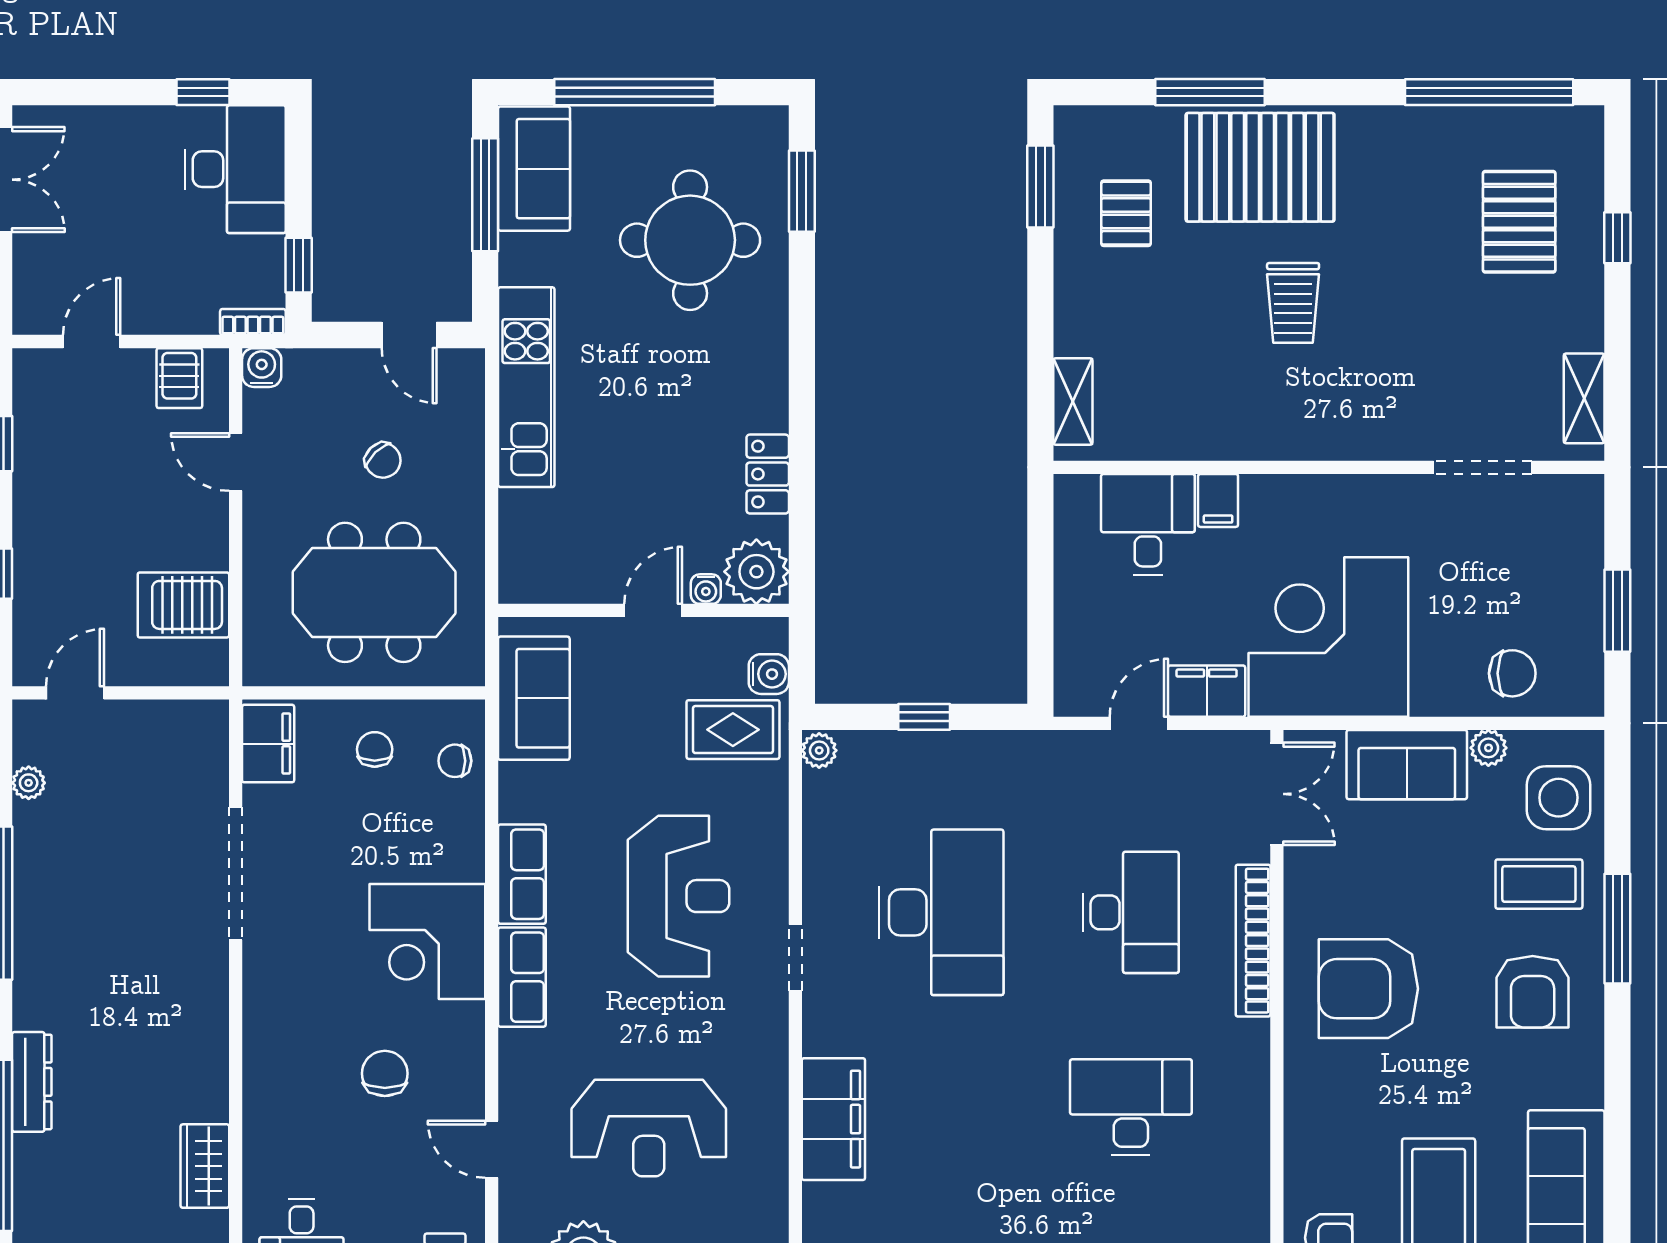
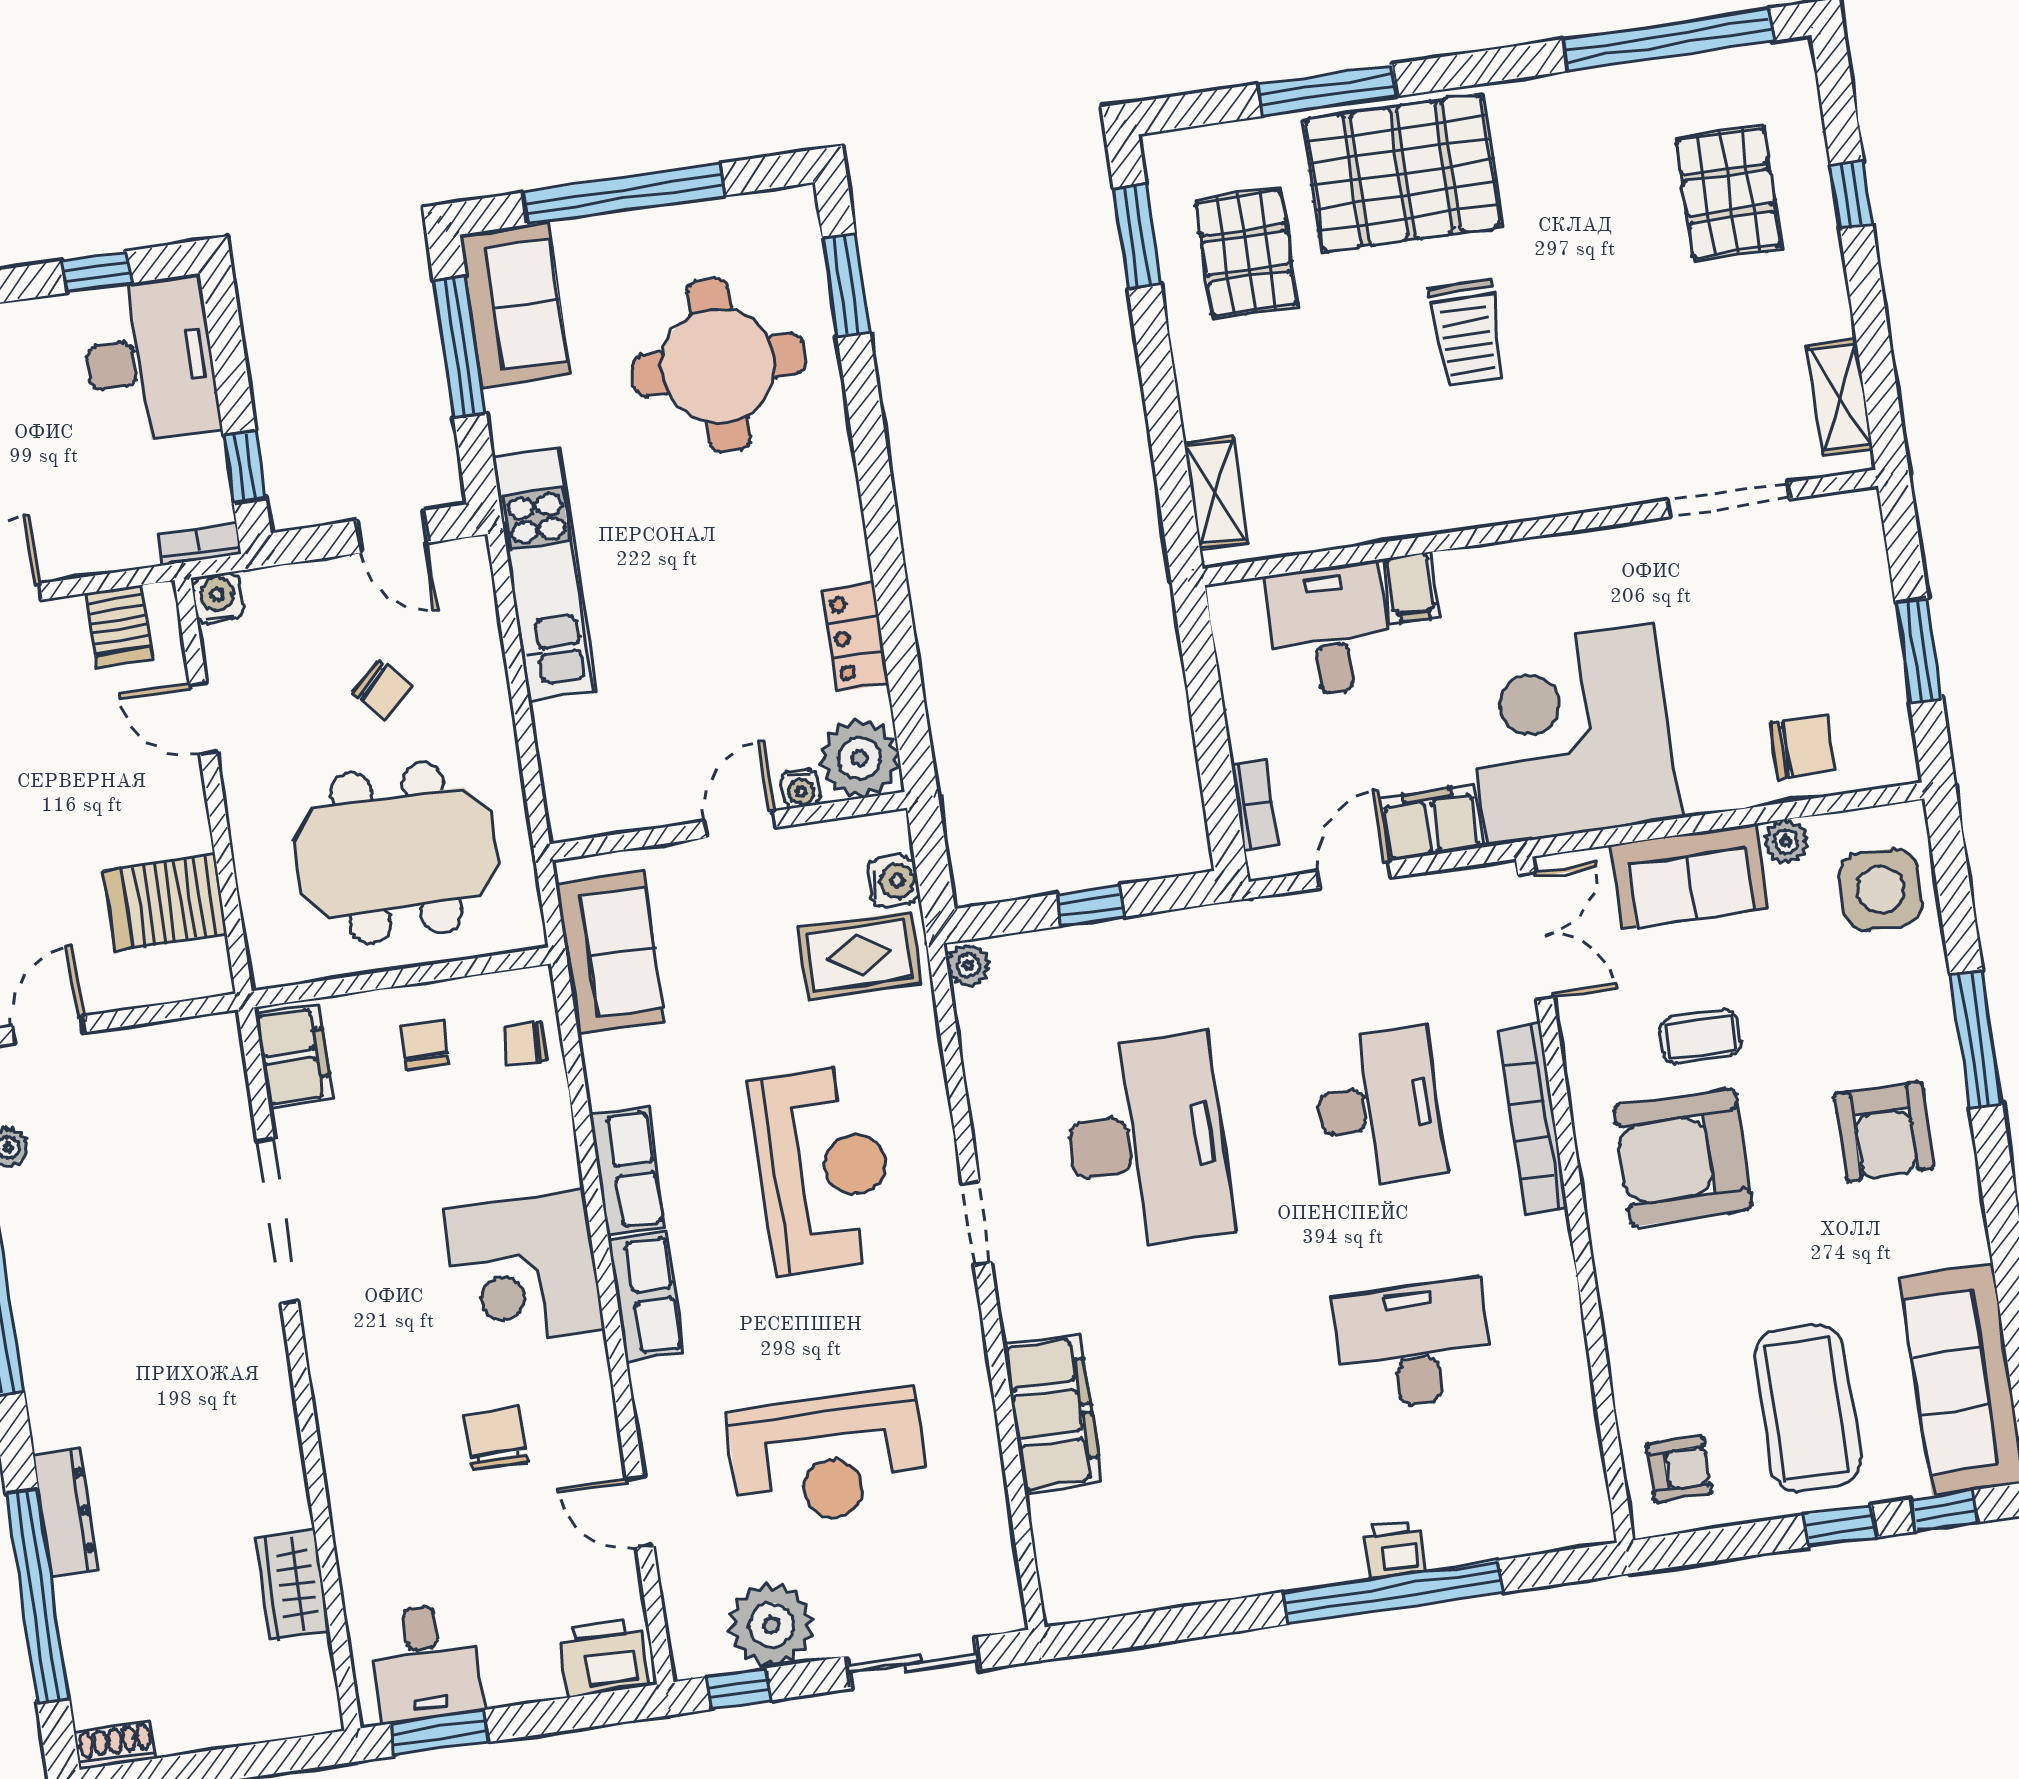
pallet: (1126, 213) -> (1247, 253), width x1.50, depth x1.42
bookcase: (1068, 655) -> (1255, 804), added
coffee table: (1539, 884) -> (1700, 1037), moved, width x0.73, depth x0.77

